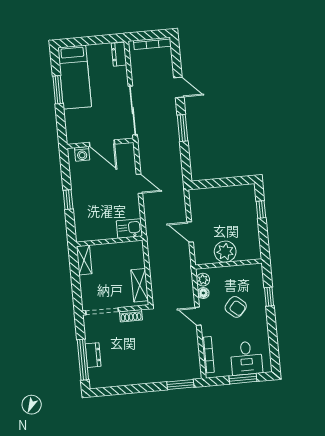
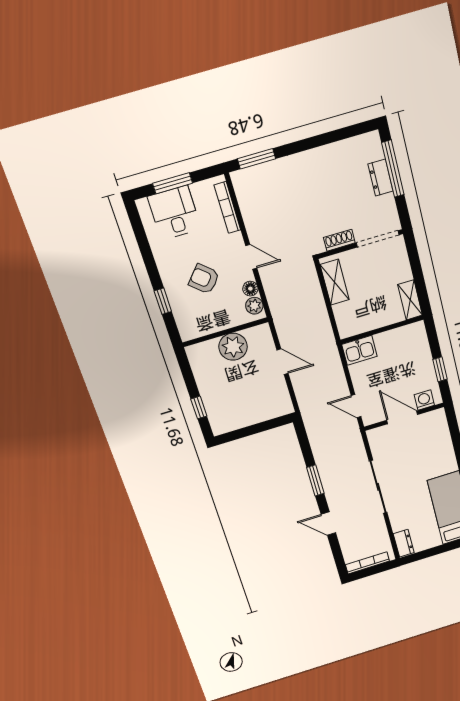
wall: (100, 143) -> (404, 417), moved
door: (102, 143) -> (402, 417), moved
washing machine: (82, 154) -> (424, 400), moved

